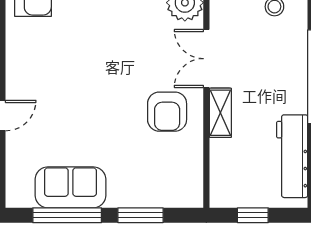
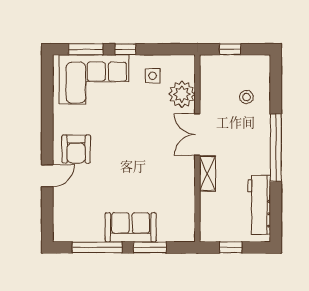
armchair: (167, 112) -> (76, 149), moved
sofa: (71, 187) -> (131, 227), moved

